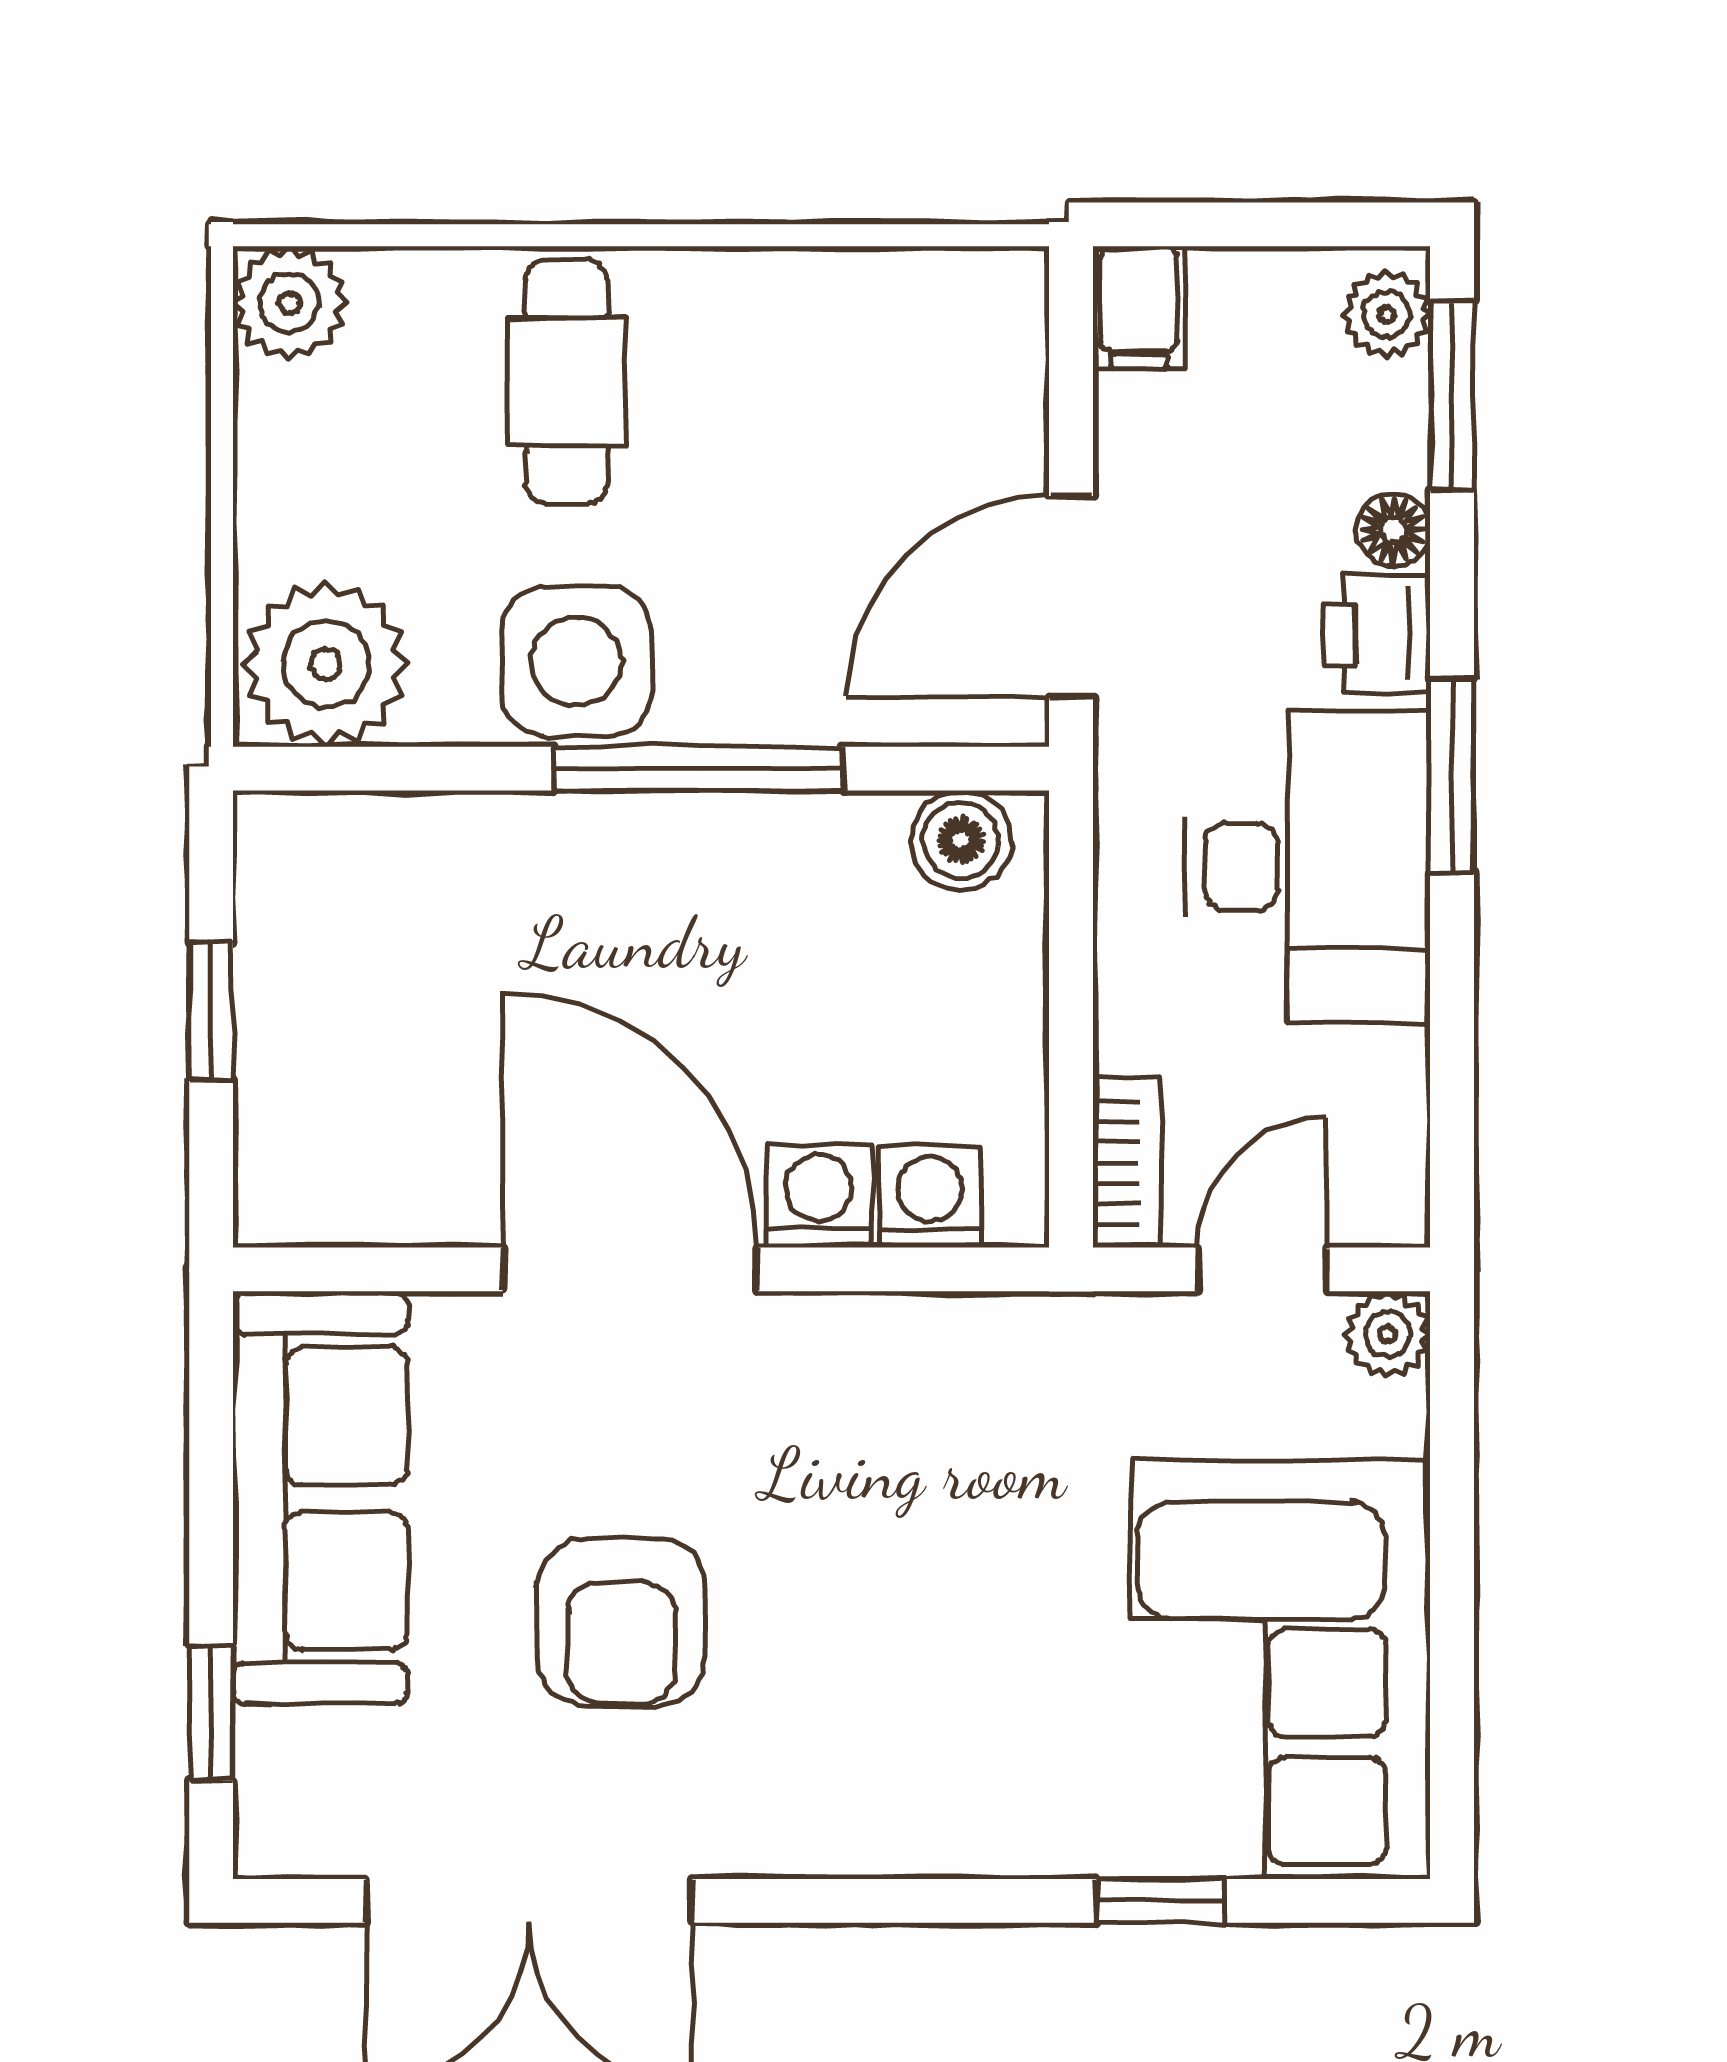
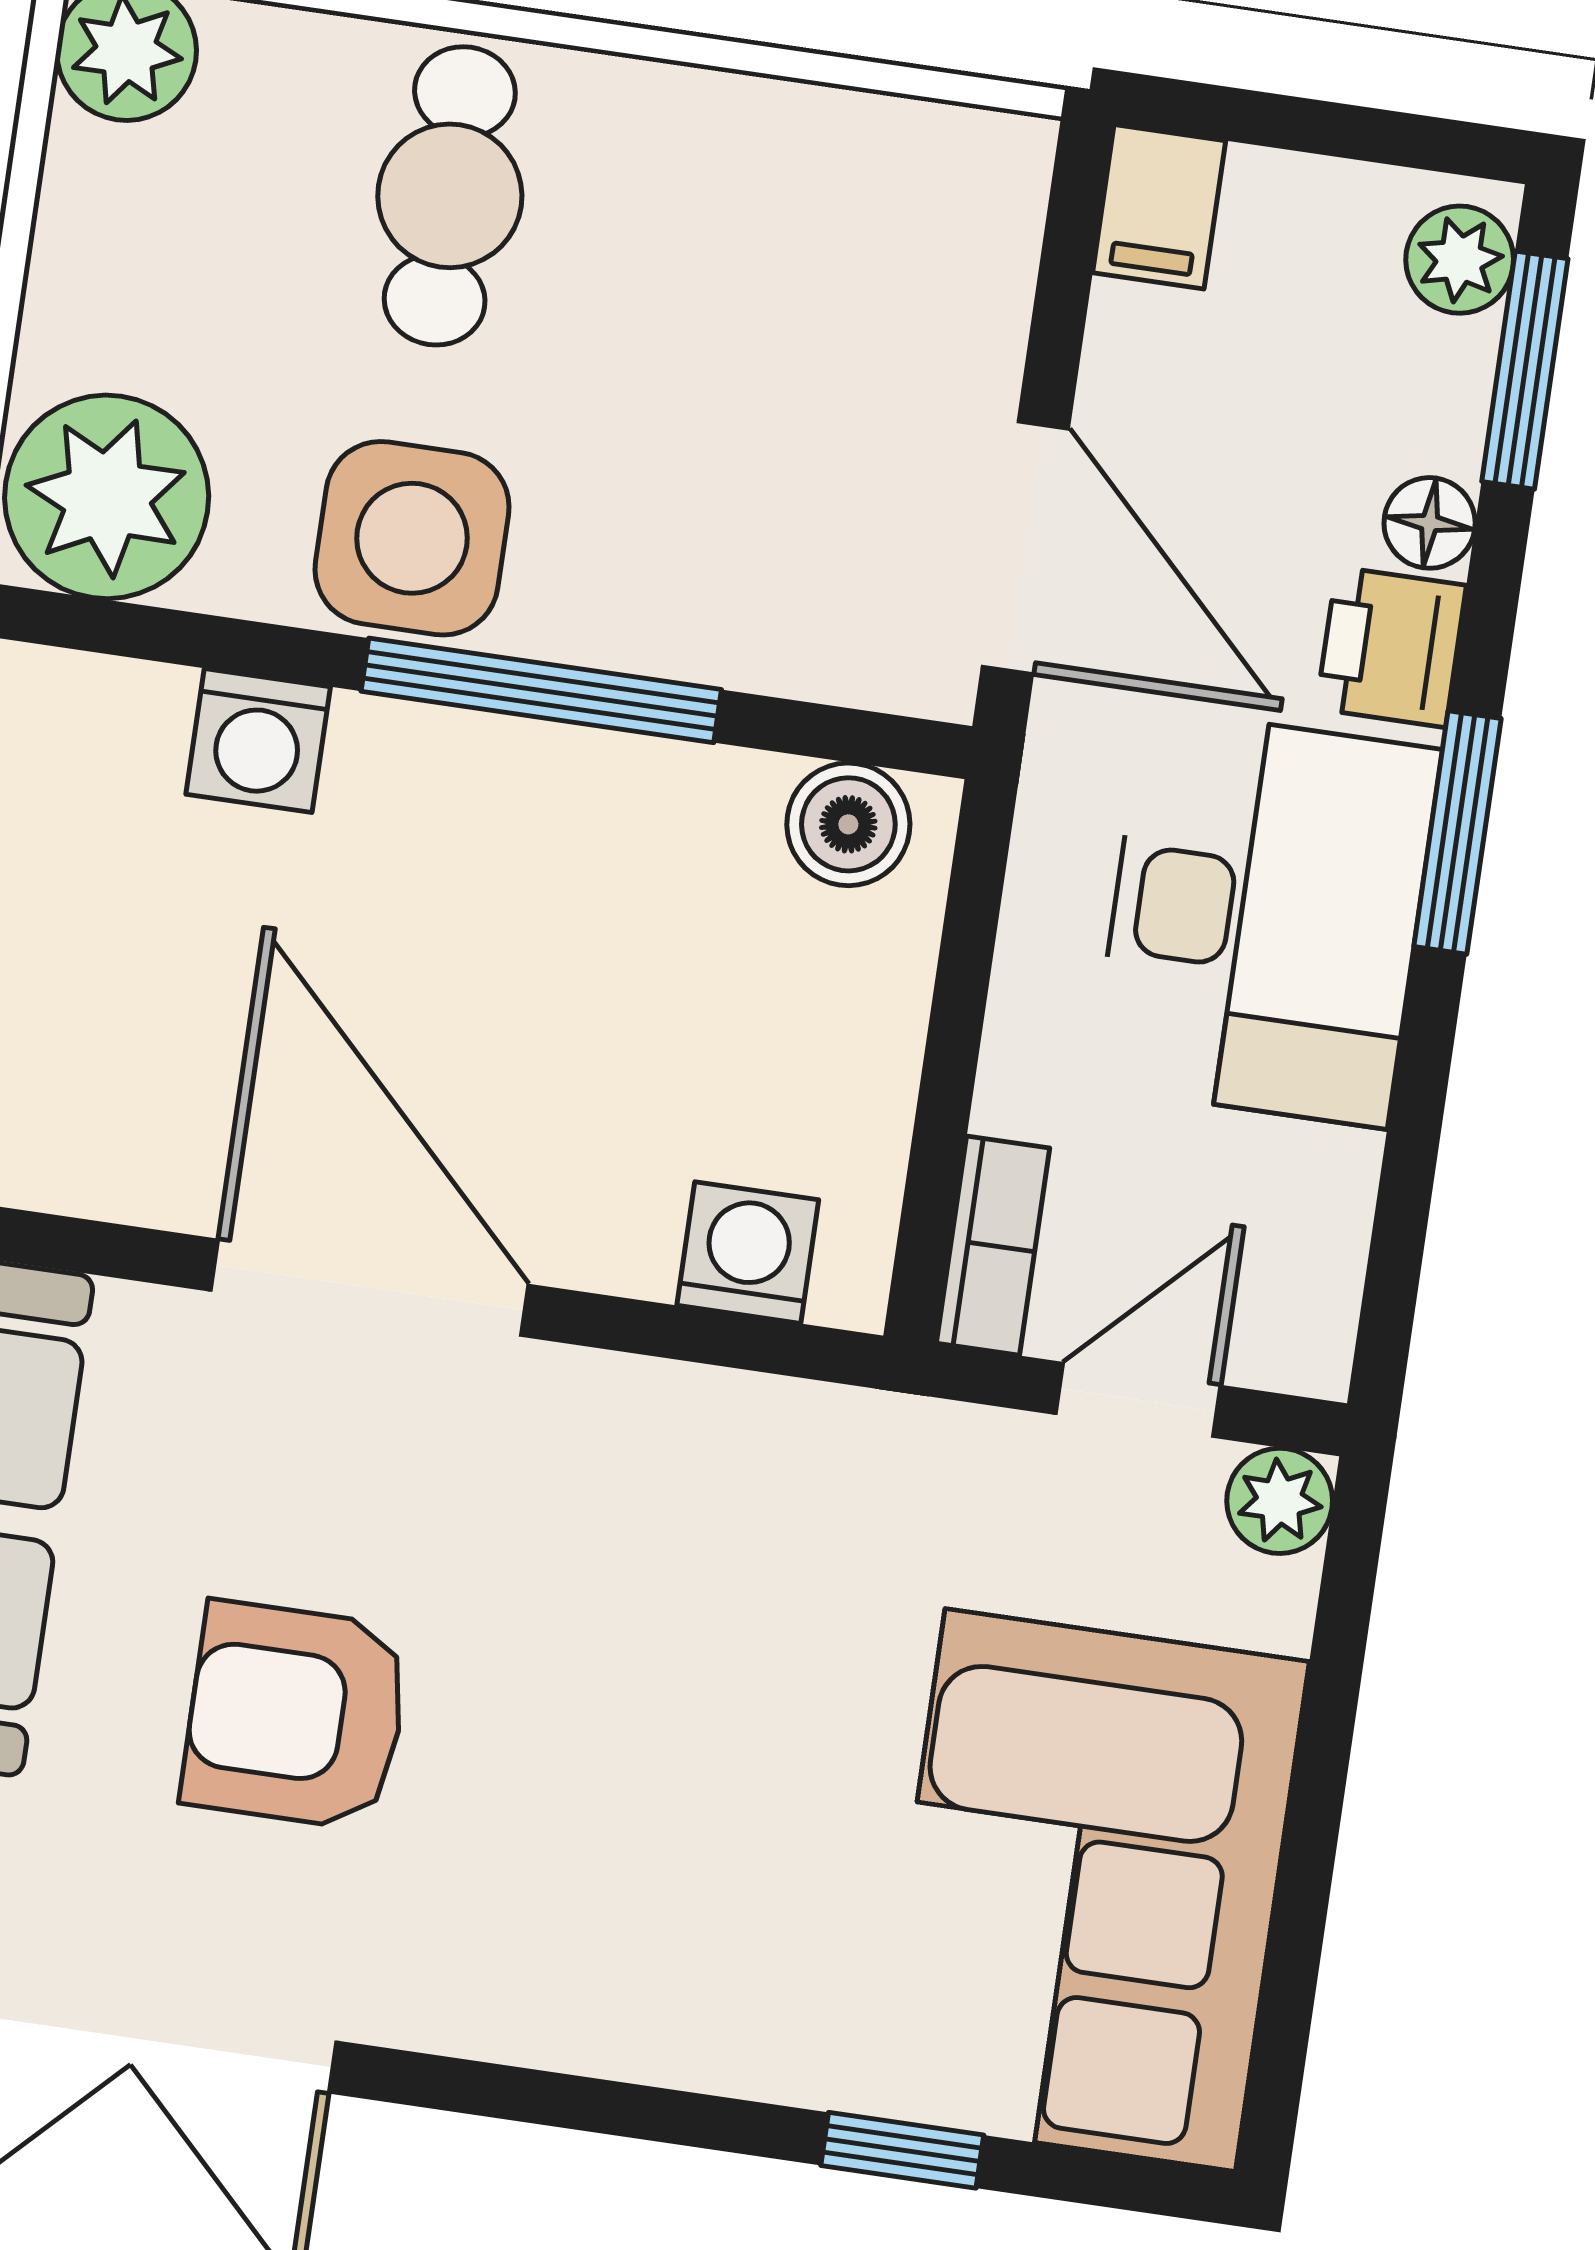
door: (1071, 597) -> (1025, 548), swing flipped
washing machine: (819, 1196) -> (258, 740), moved, turned 180
armchair: (621, 1622) -> (296, 1716), turned 90

